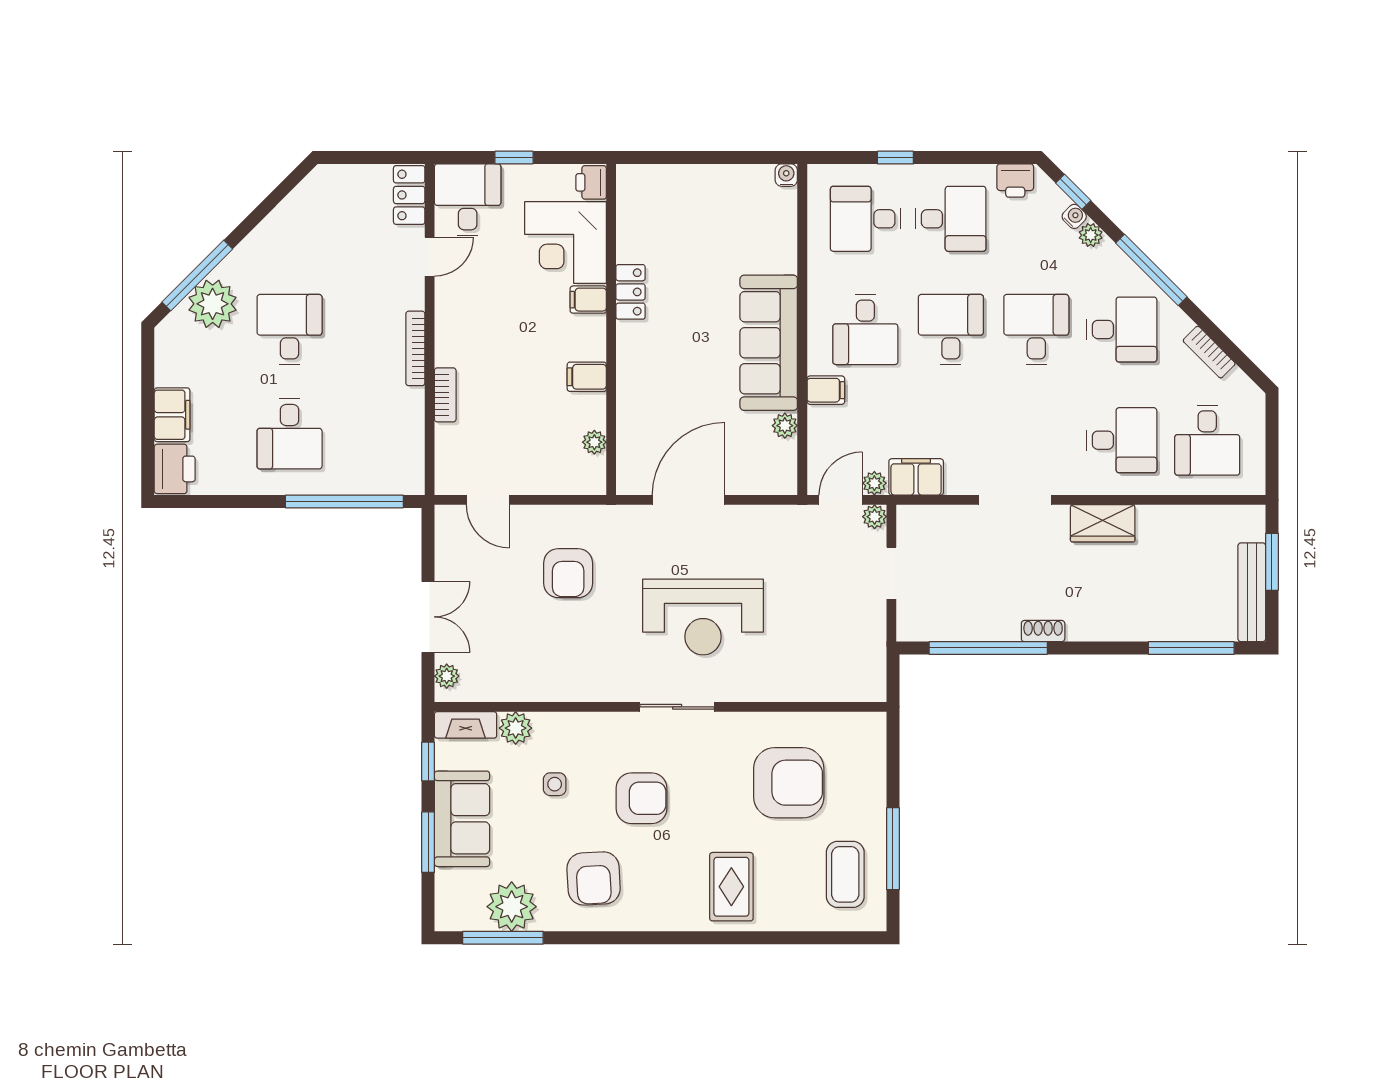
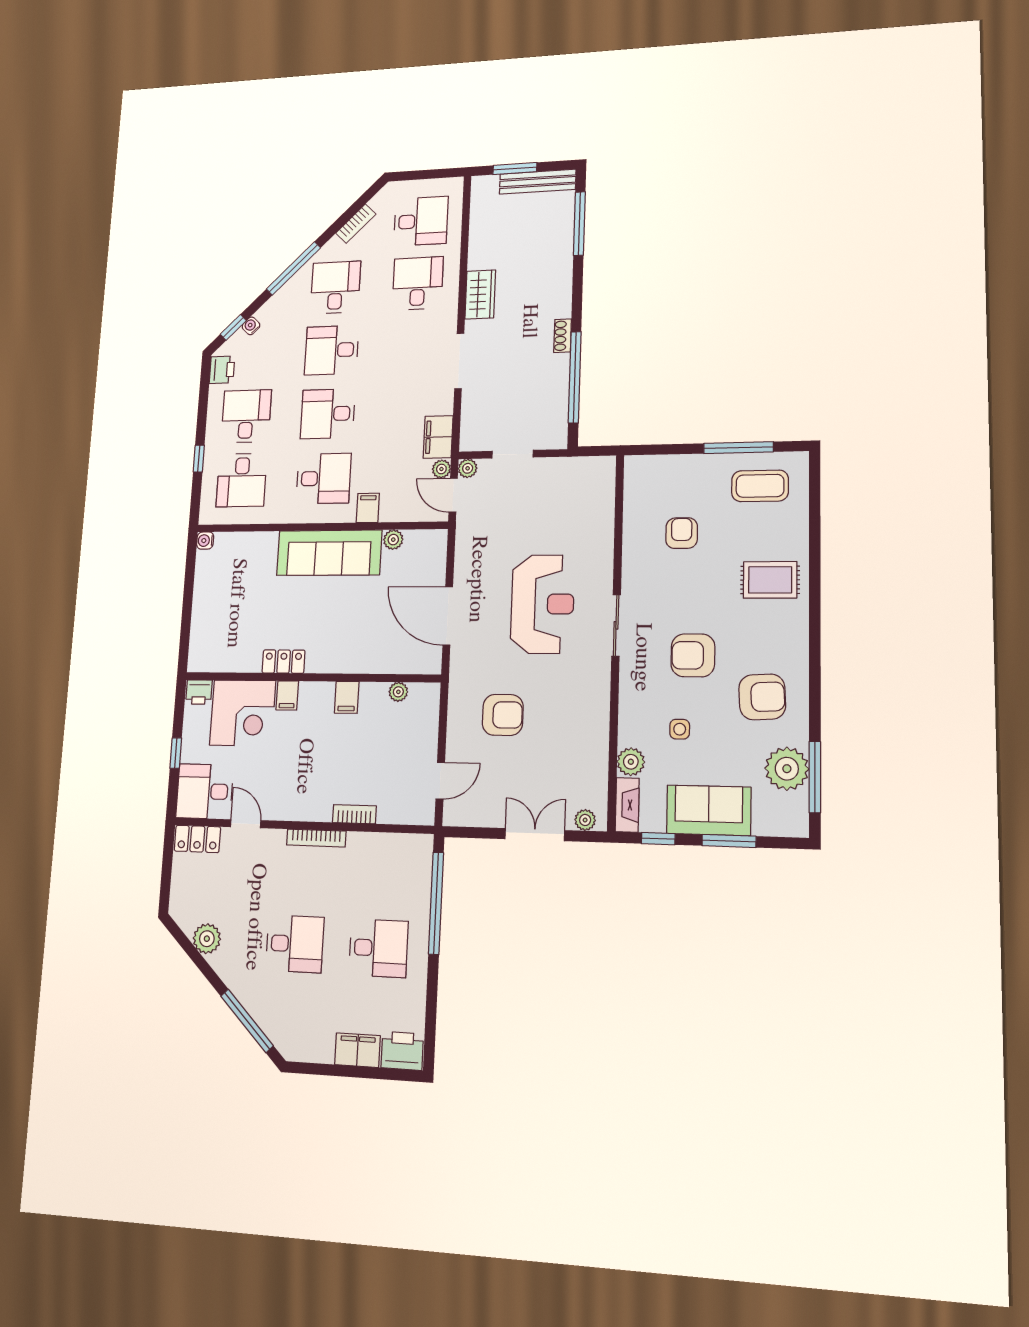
plant: (1091, 235) -> (265, 313), removed
plant: (213, 304) -> (207, 939), moved, width x0.73, depth x0.73
desk: (290, 329) -> (295, 944), turned 180
armchair: (789, 783) -> (682, 533), width x0.53, depth x0.53
armchair: (642, 798) -> (693, 655), turned -90

